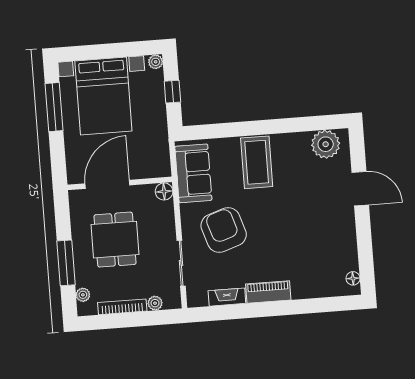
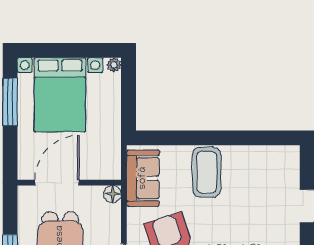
window: (172, 92) -> (129, 96), removed
plant: (326, 144) -> (276, 159), removed

